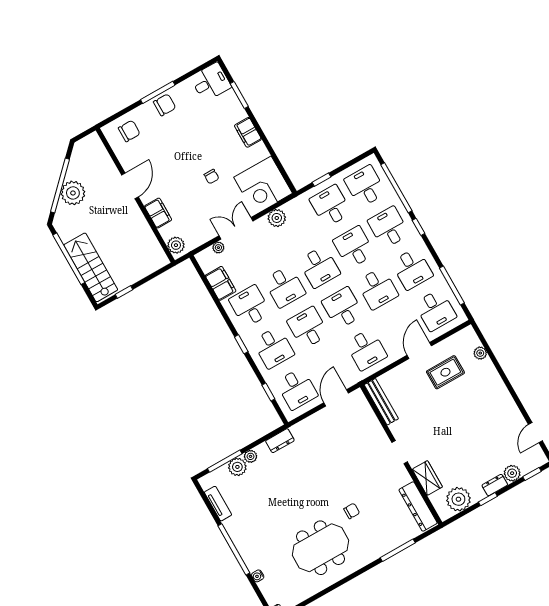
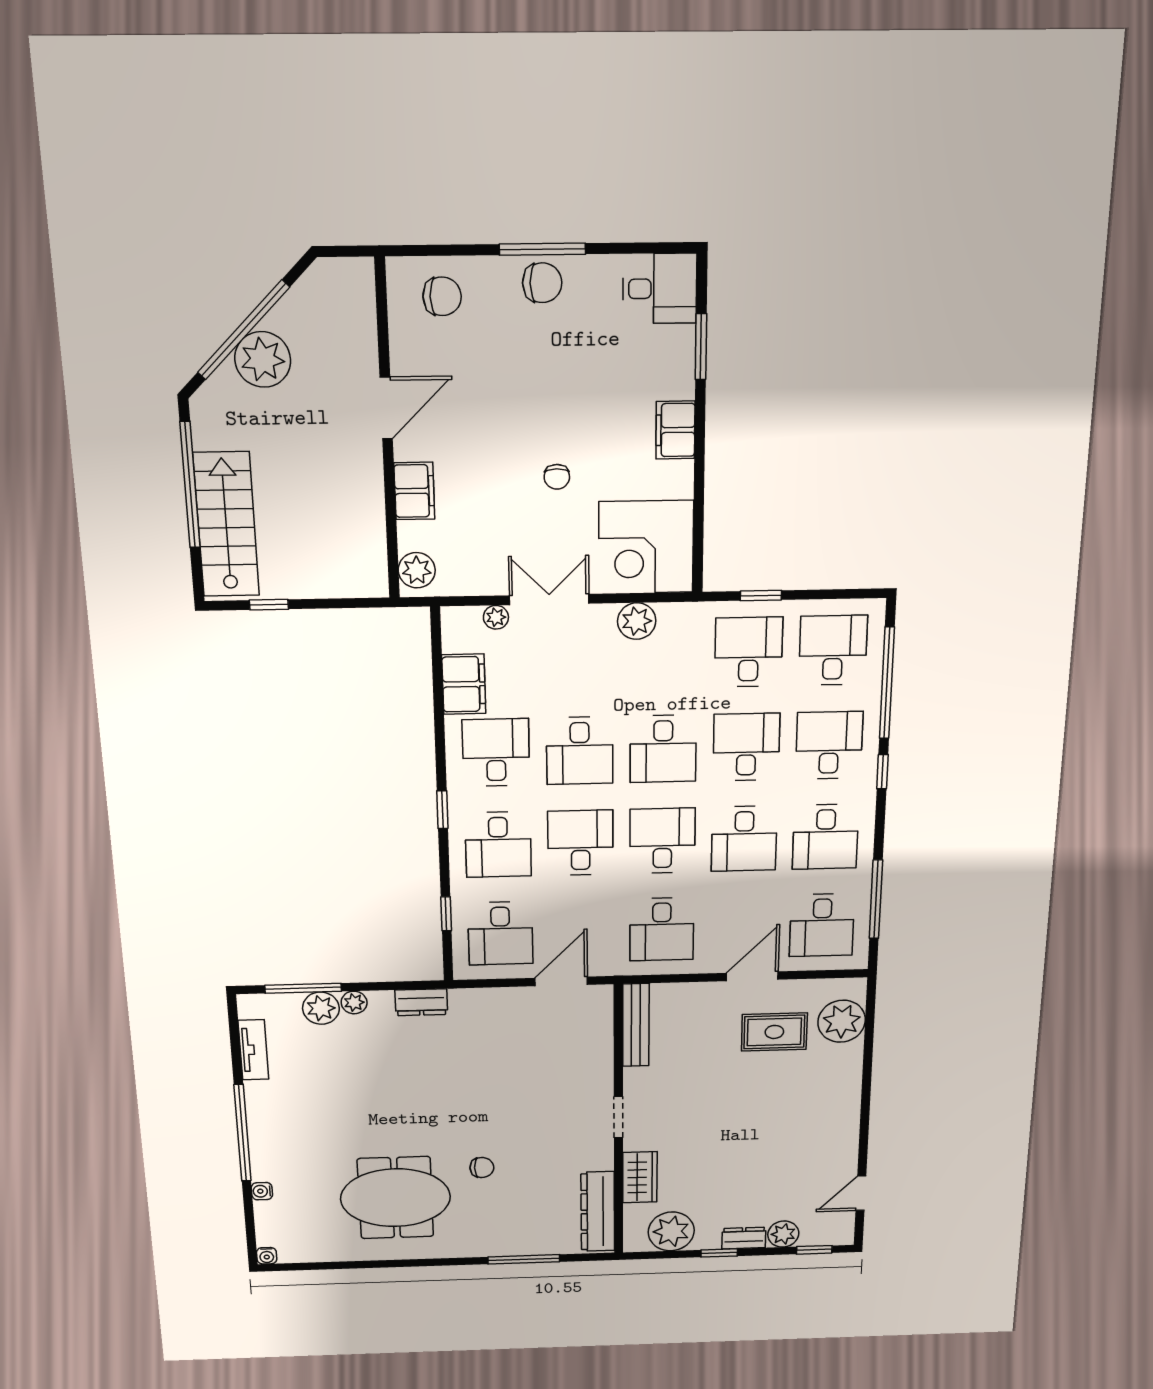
plant: (480, 353) -> (842, 1021), width x1.87, depth x1.87

